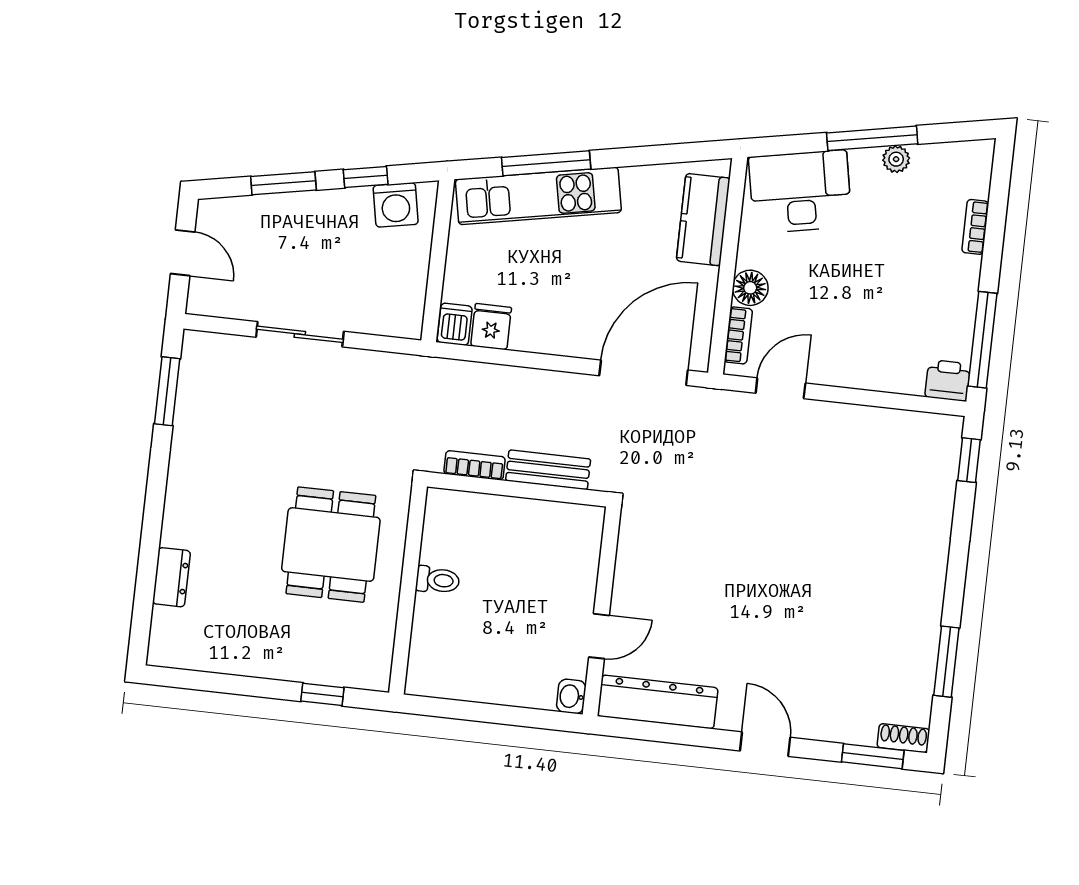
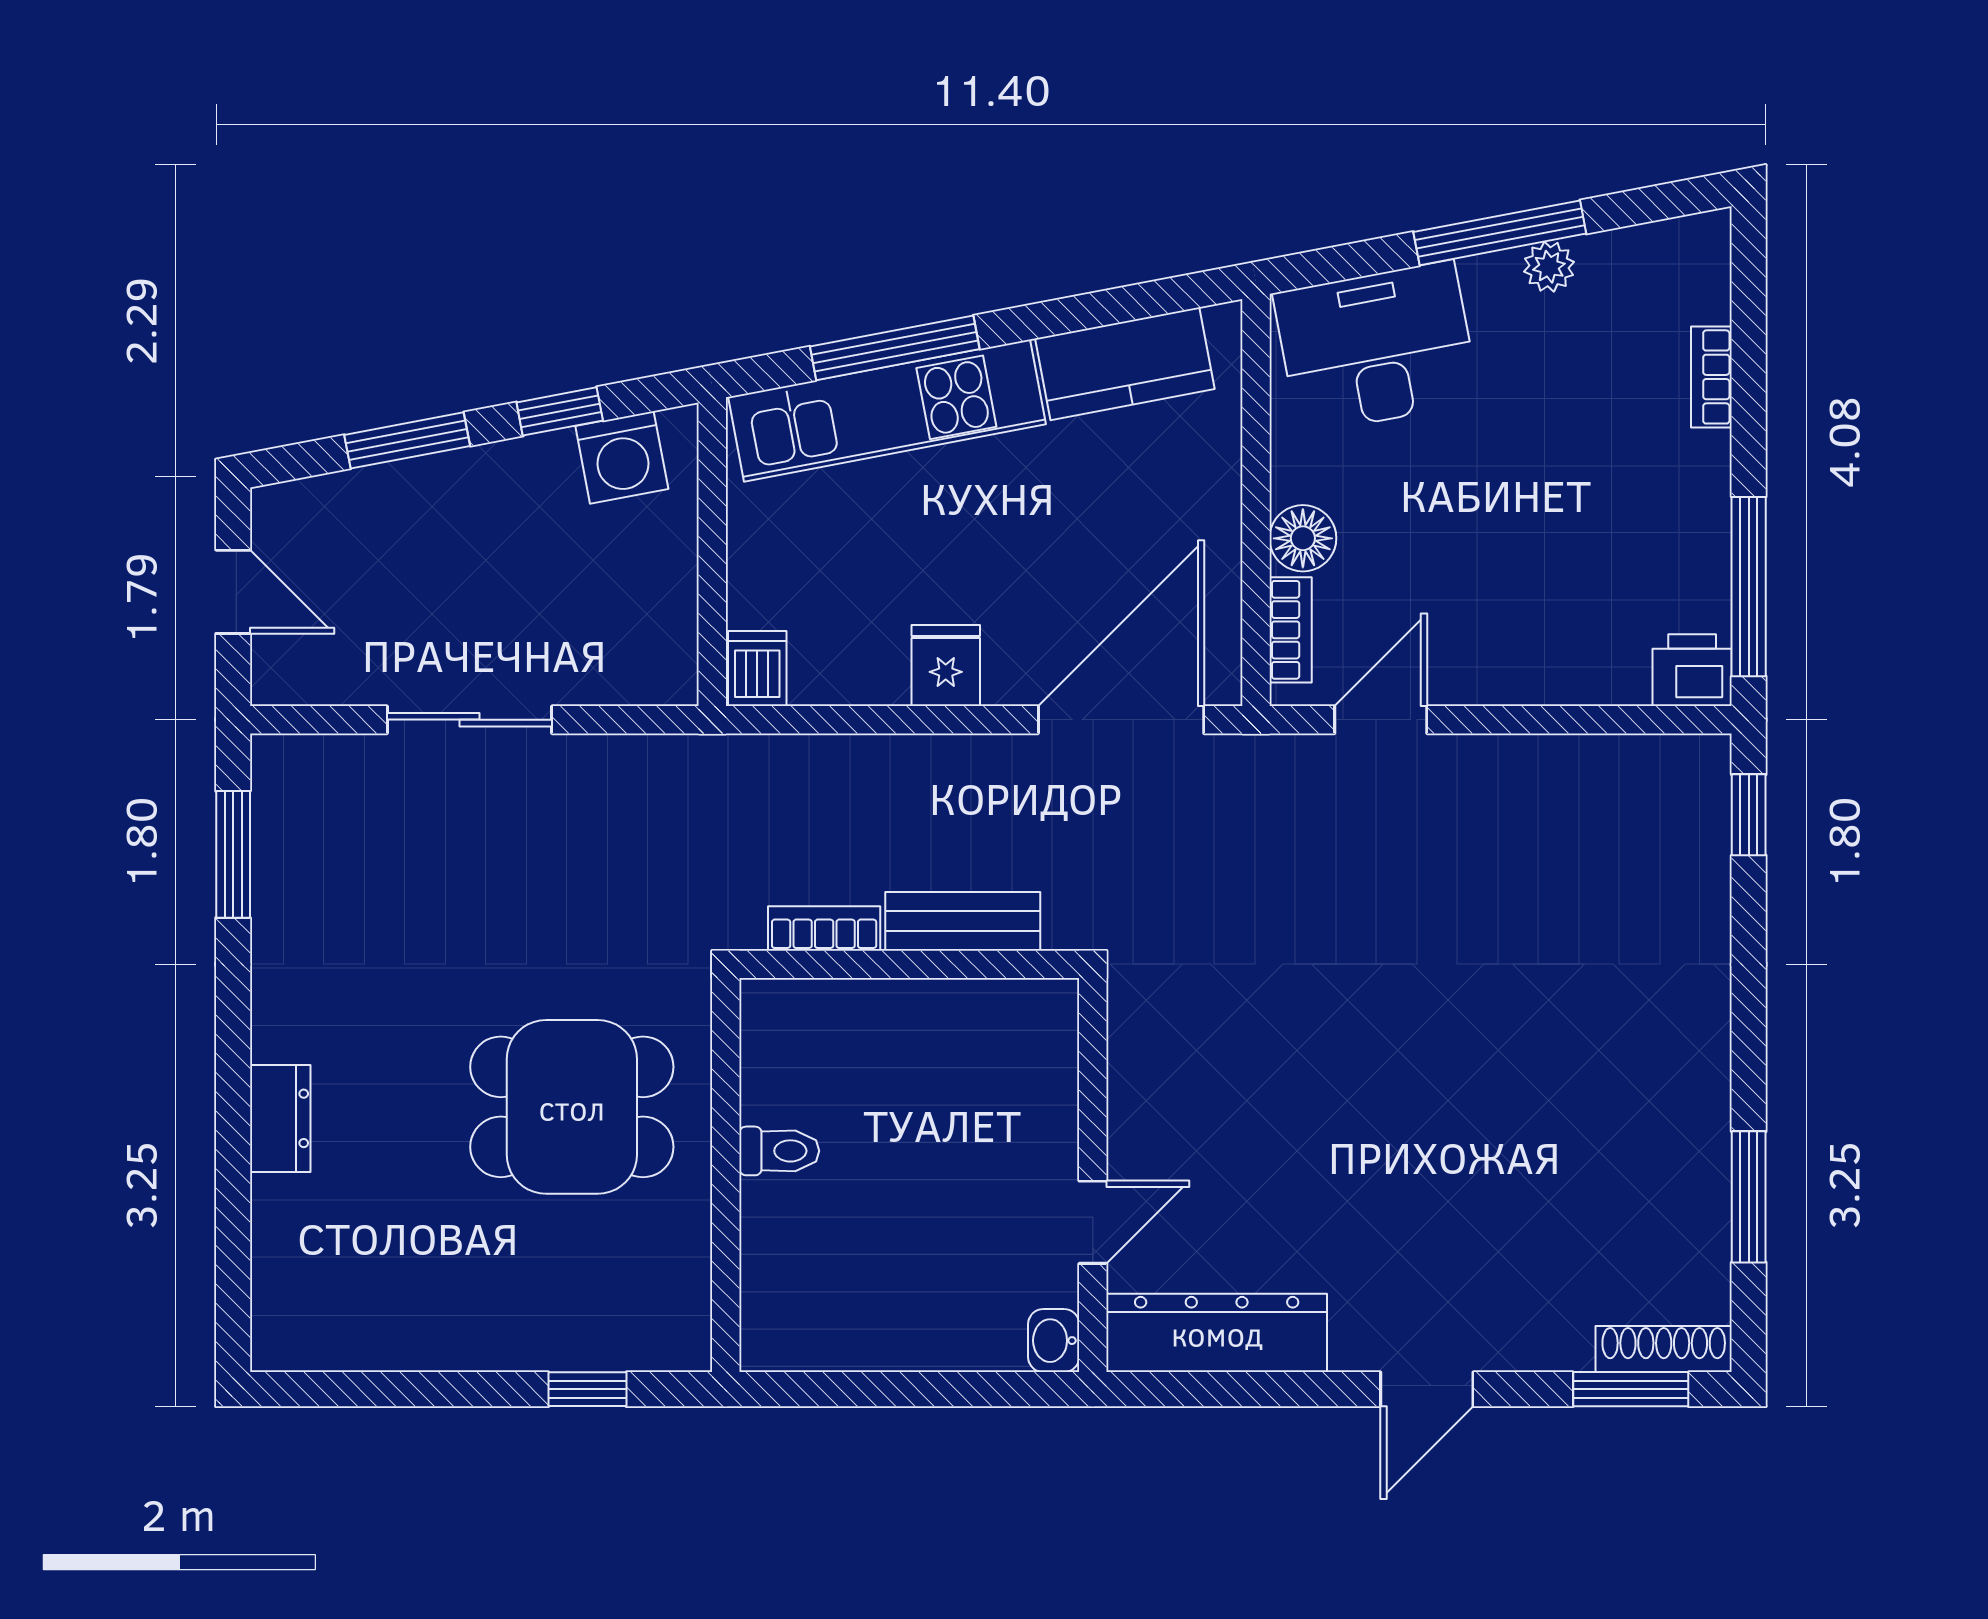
kitchen counter: (703, 220) -> (1125, 364), moved, turned -101
fridge: (491, 327) -> (946, 665), moved
dining table: (331, 545) -> (572, 1107), turned 90
dresser: (171, 577) -> (280, 1118), moved
shoe rack: (903, 738) -> (1664, 1349), width x1.43
door: (765, 744) -> (1427, 1389), swing flipped

